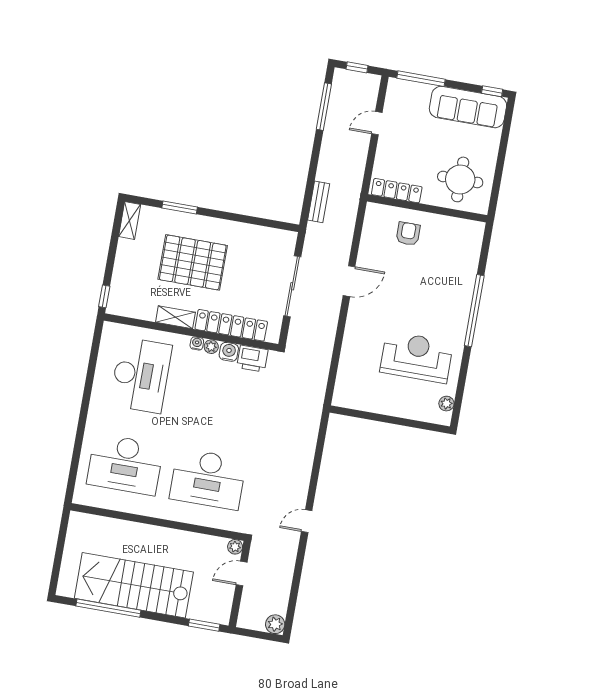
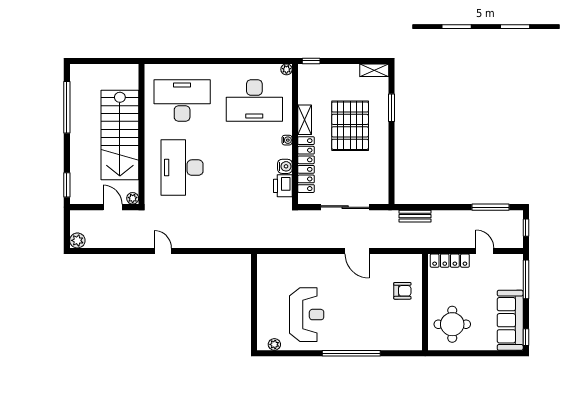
locker: (397, 191) -> (450, 261), moved, turned 90
plant: (211, 347) -> (286, 69), moved
desk: (125, 464) -> (182, 101), turned 90
stairs: (134, 585) -> (120, 135), moved, turned 180

